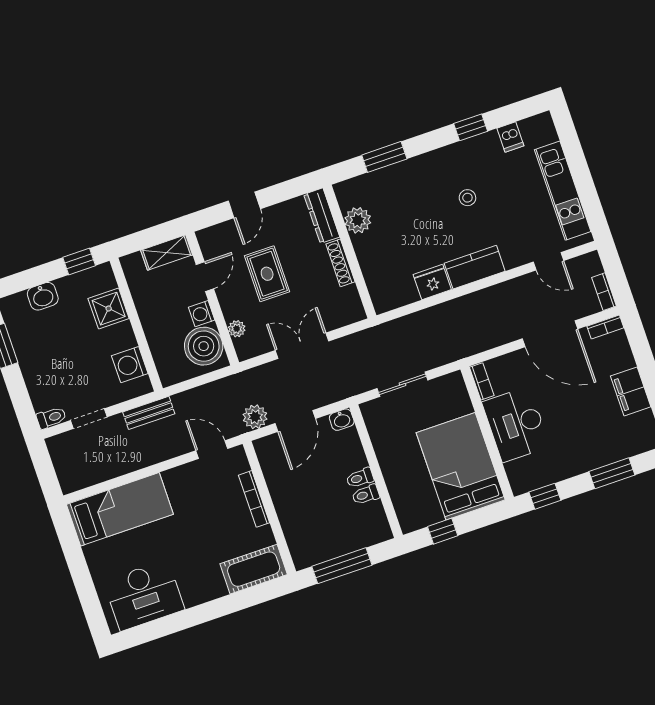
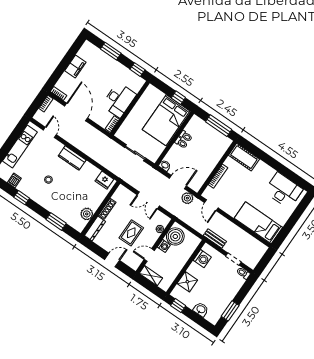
fridge: (432, 282) -> (104, 180), moved
bed: (461, 466) -> (166, 120), moved

